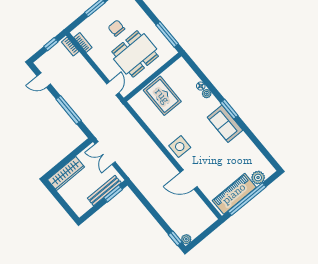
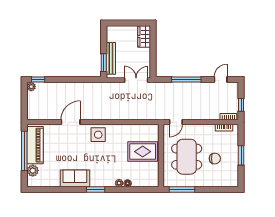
door: (113, 88) -> (176, 122), hinge flipped
sofa: (225, 124) -> (75, 178), moved
wardrobe: (66, 173) -> (144, 36), width x0.67

